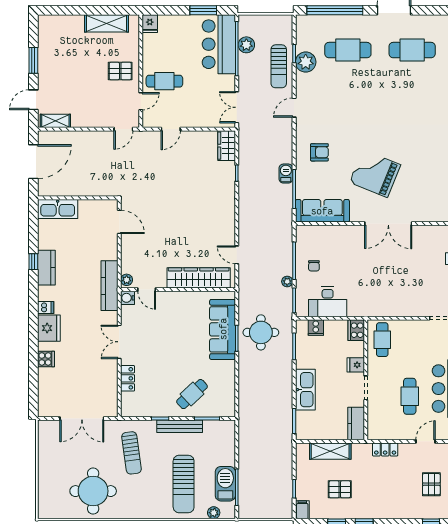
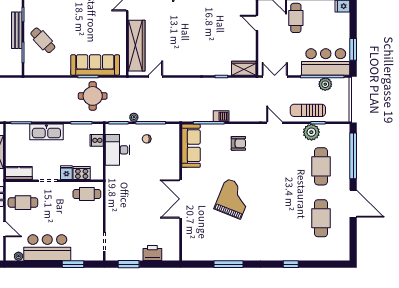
armchair: (319, 152) -> (238, 143), turned -90
grand piano: (375, 174) -> (233, 199), moved
cooker: (356, 330) -> (82, 173), moved
cafe table: (410, 396) -> (23, 203), moved

